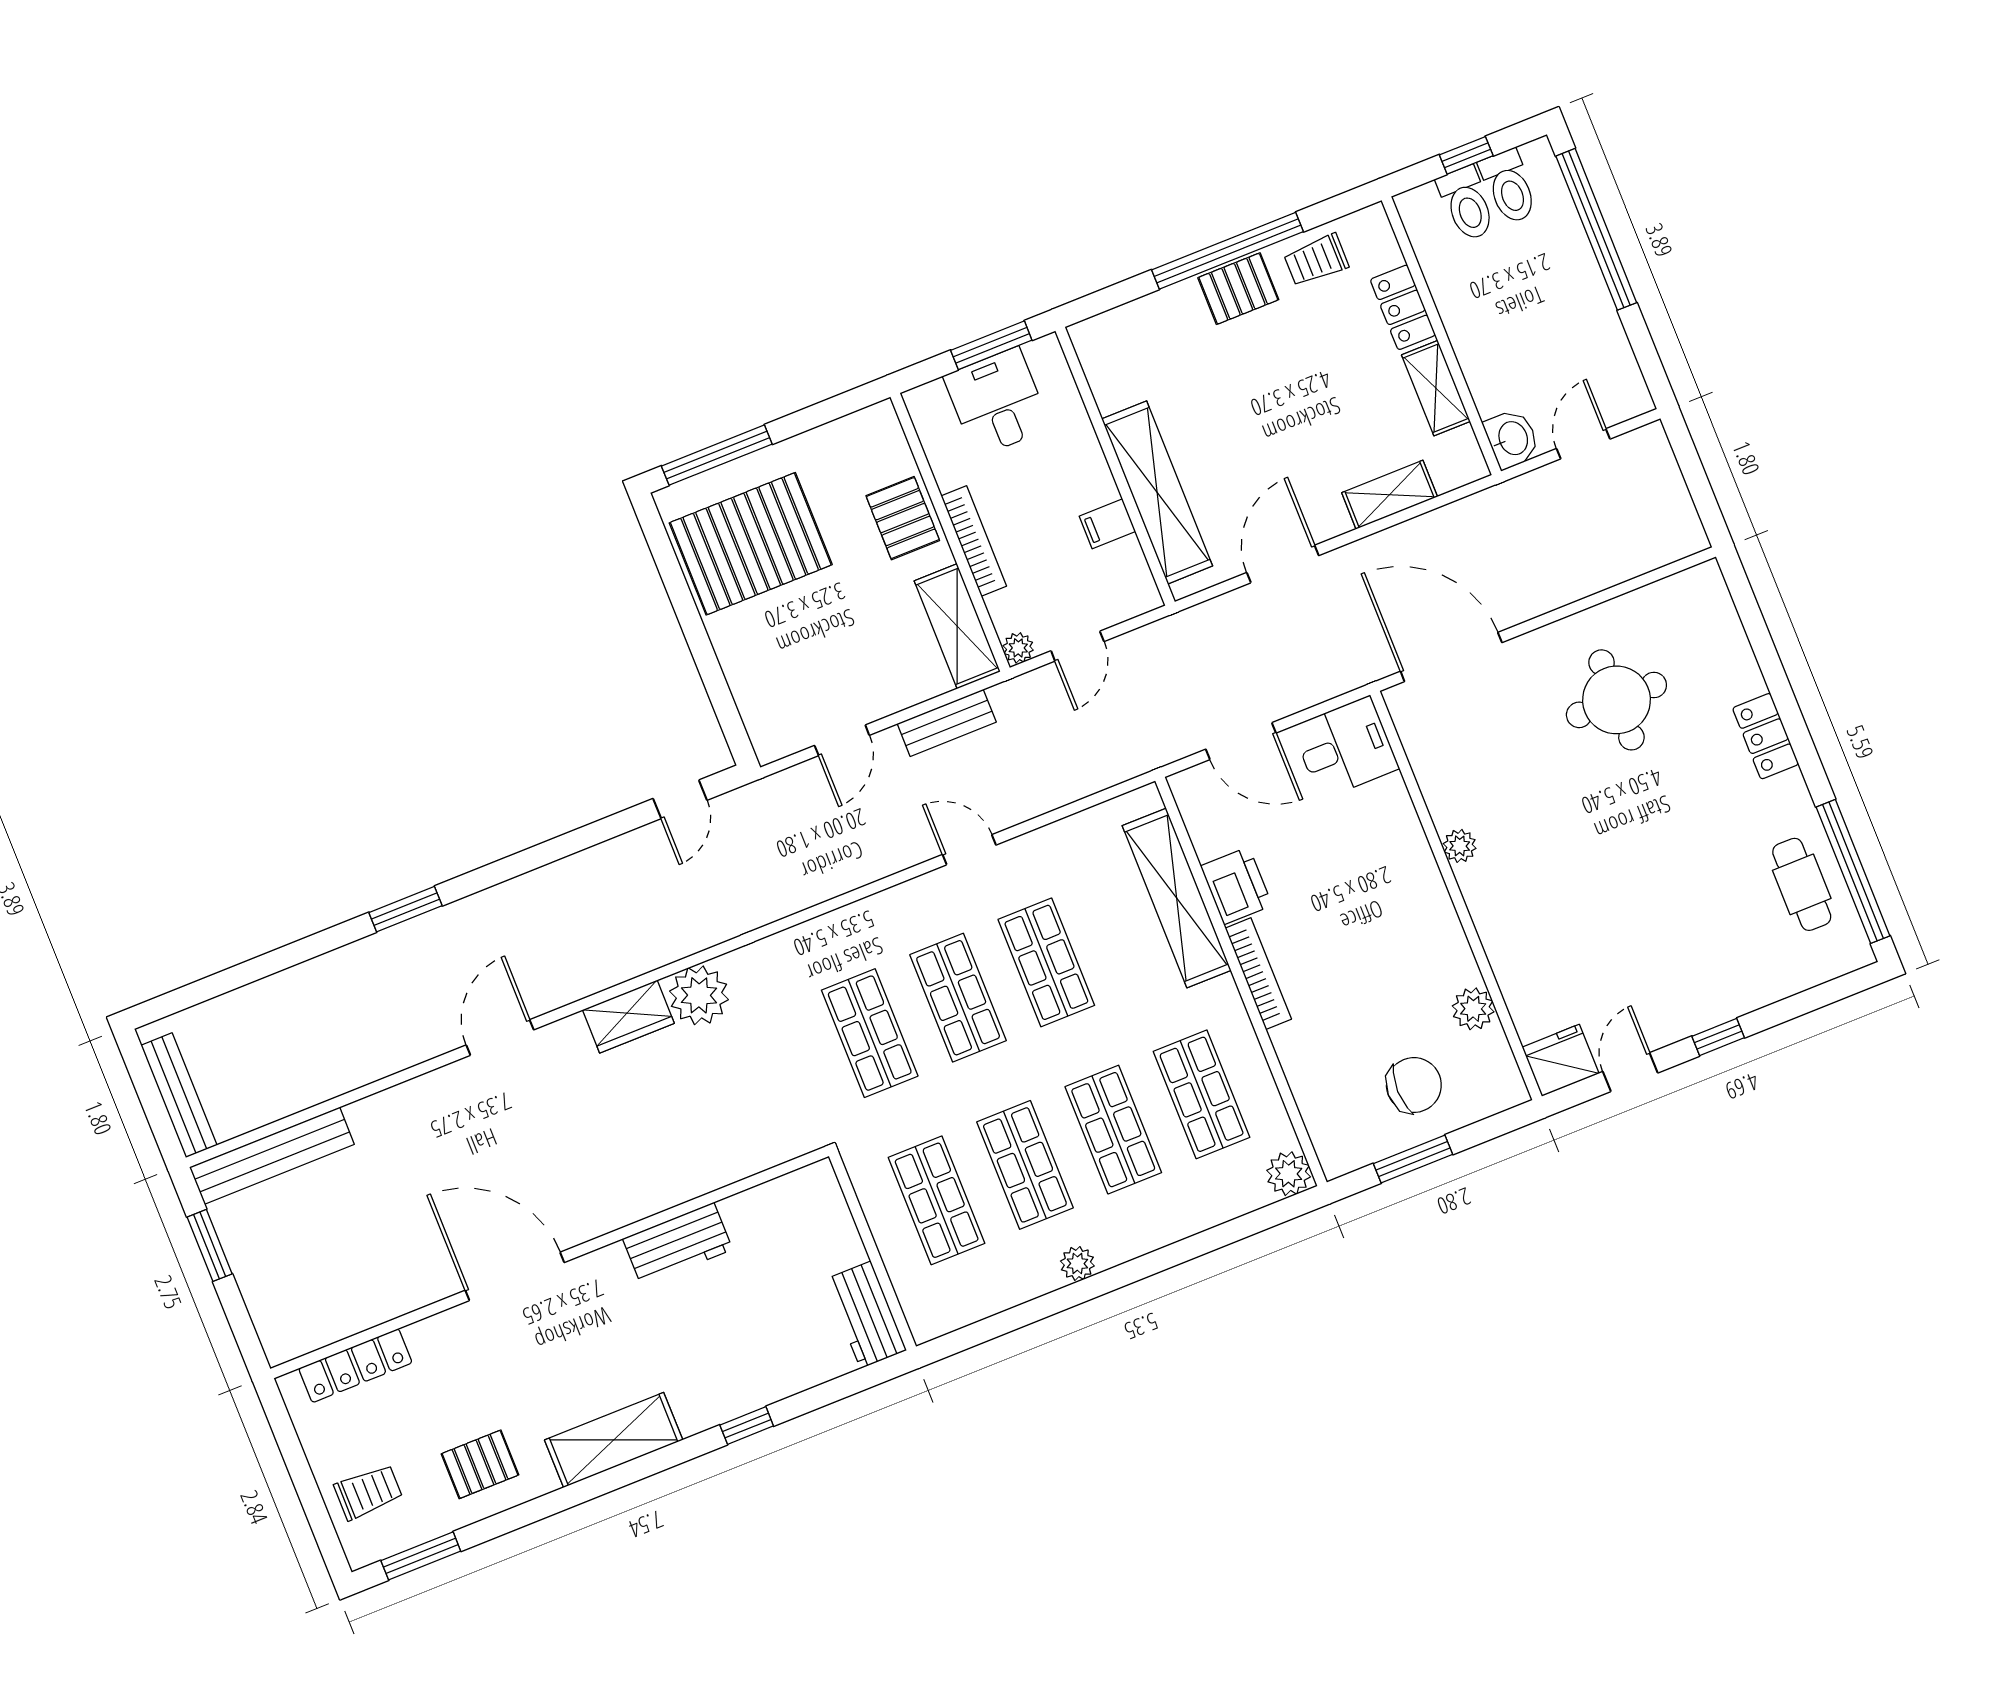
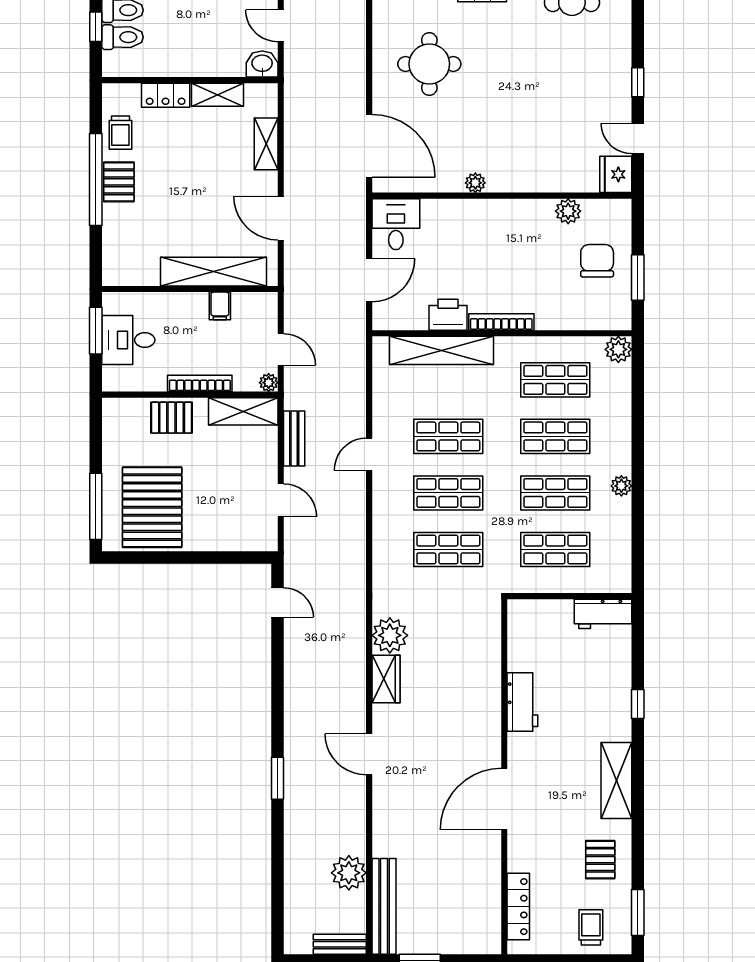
door: (1451, 657) -> (369, 146), swing flipped
plant: (302, 1080) -> (349, 873), added
bench: (179, 1095) -> (340, 944), width x0.73

